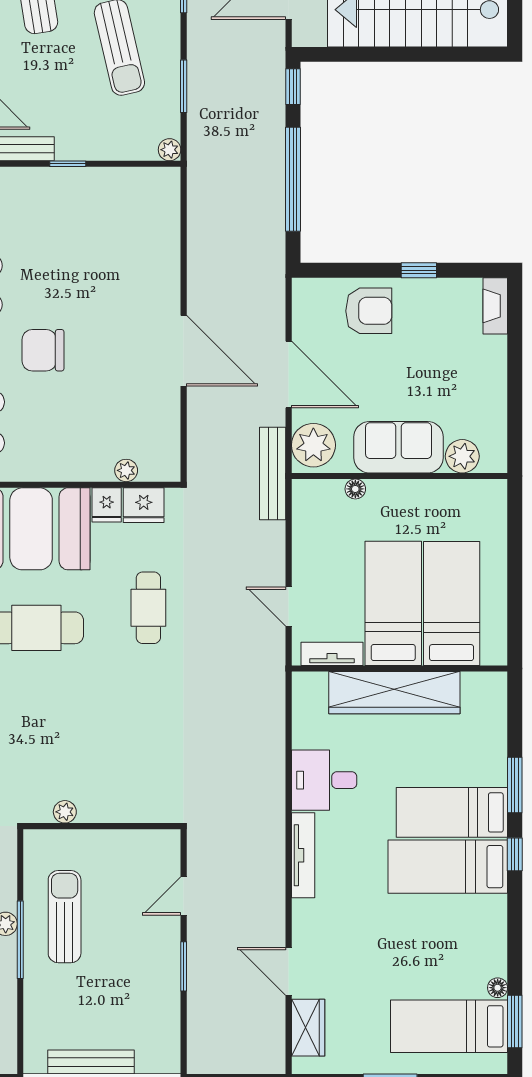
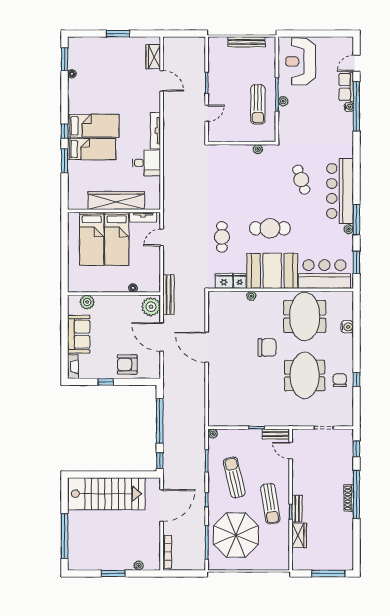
sofa: (399, 447) -> (79, 334), moved, turned -90
plant: (126, 470) -> (251, 296), moved
door: (289, 607) -> (162, 237), swing flipped
bed: (449, 1026) -> (93, 57), removed

